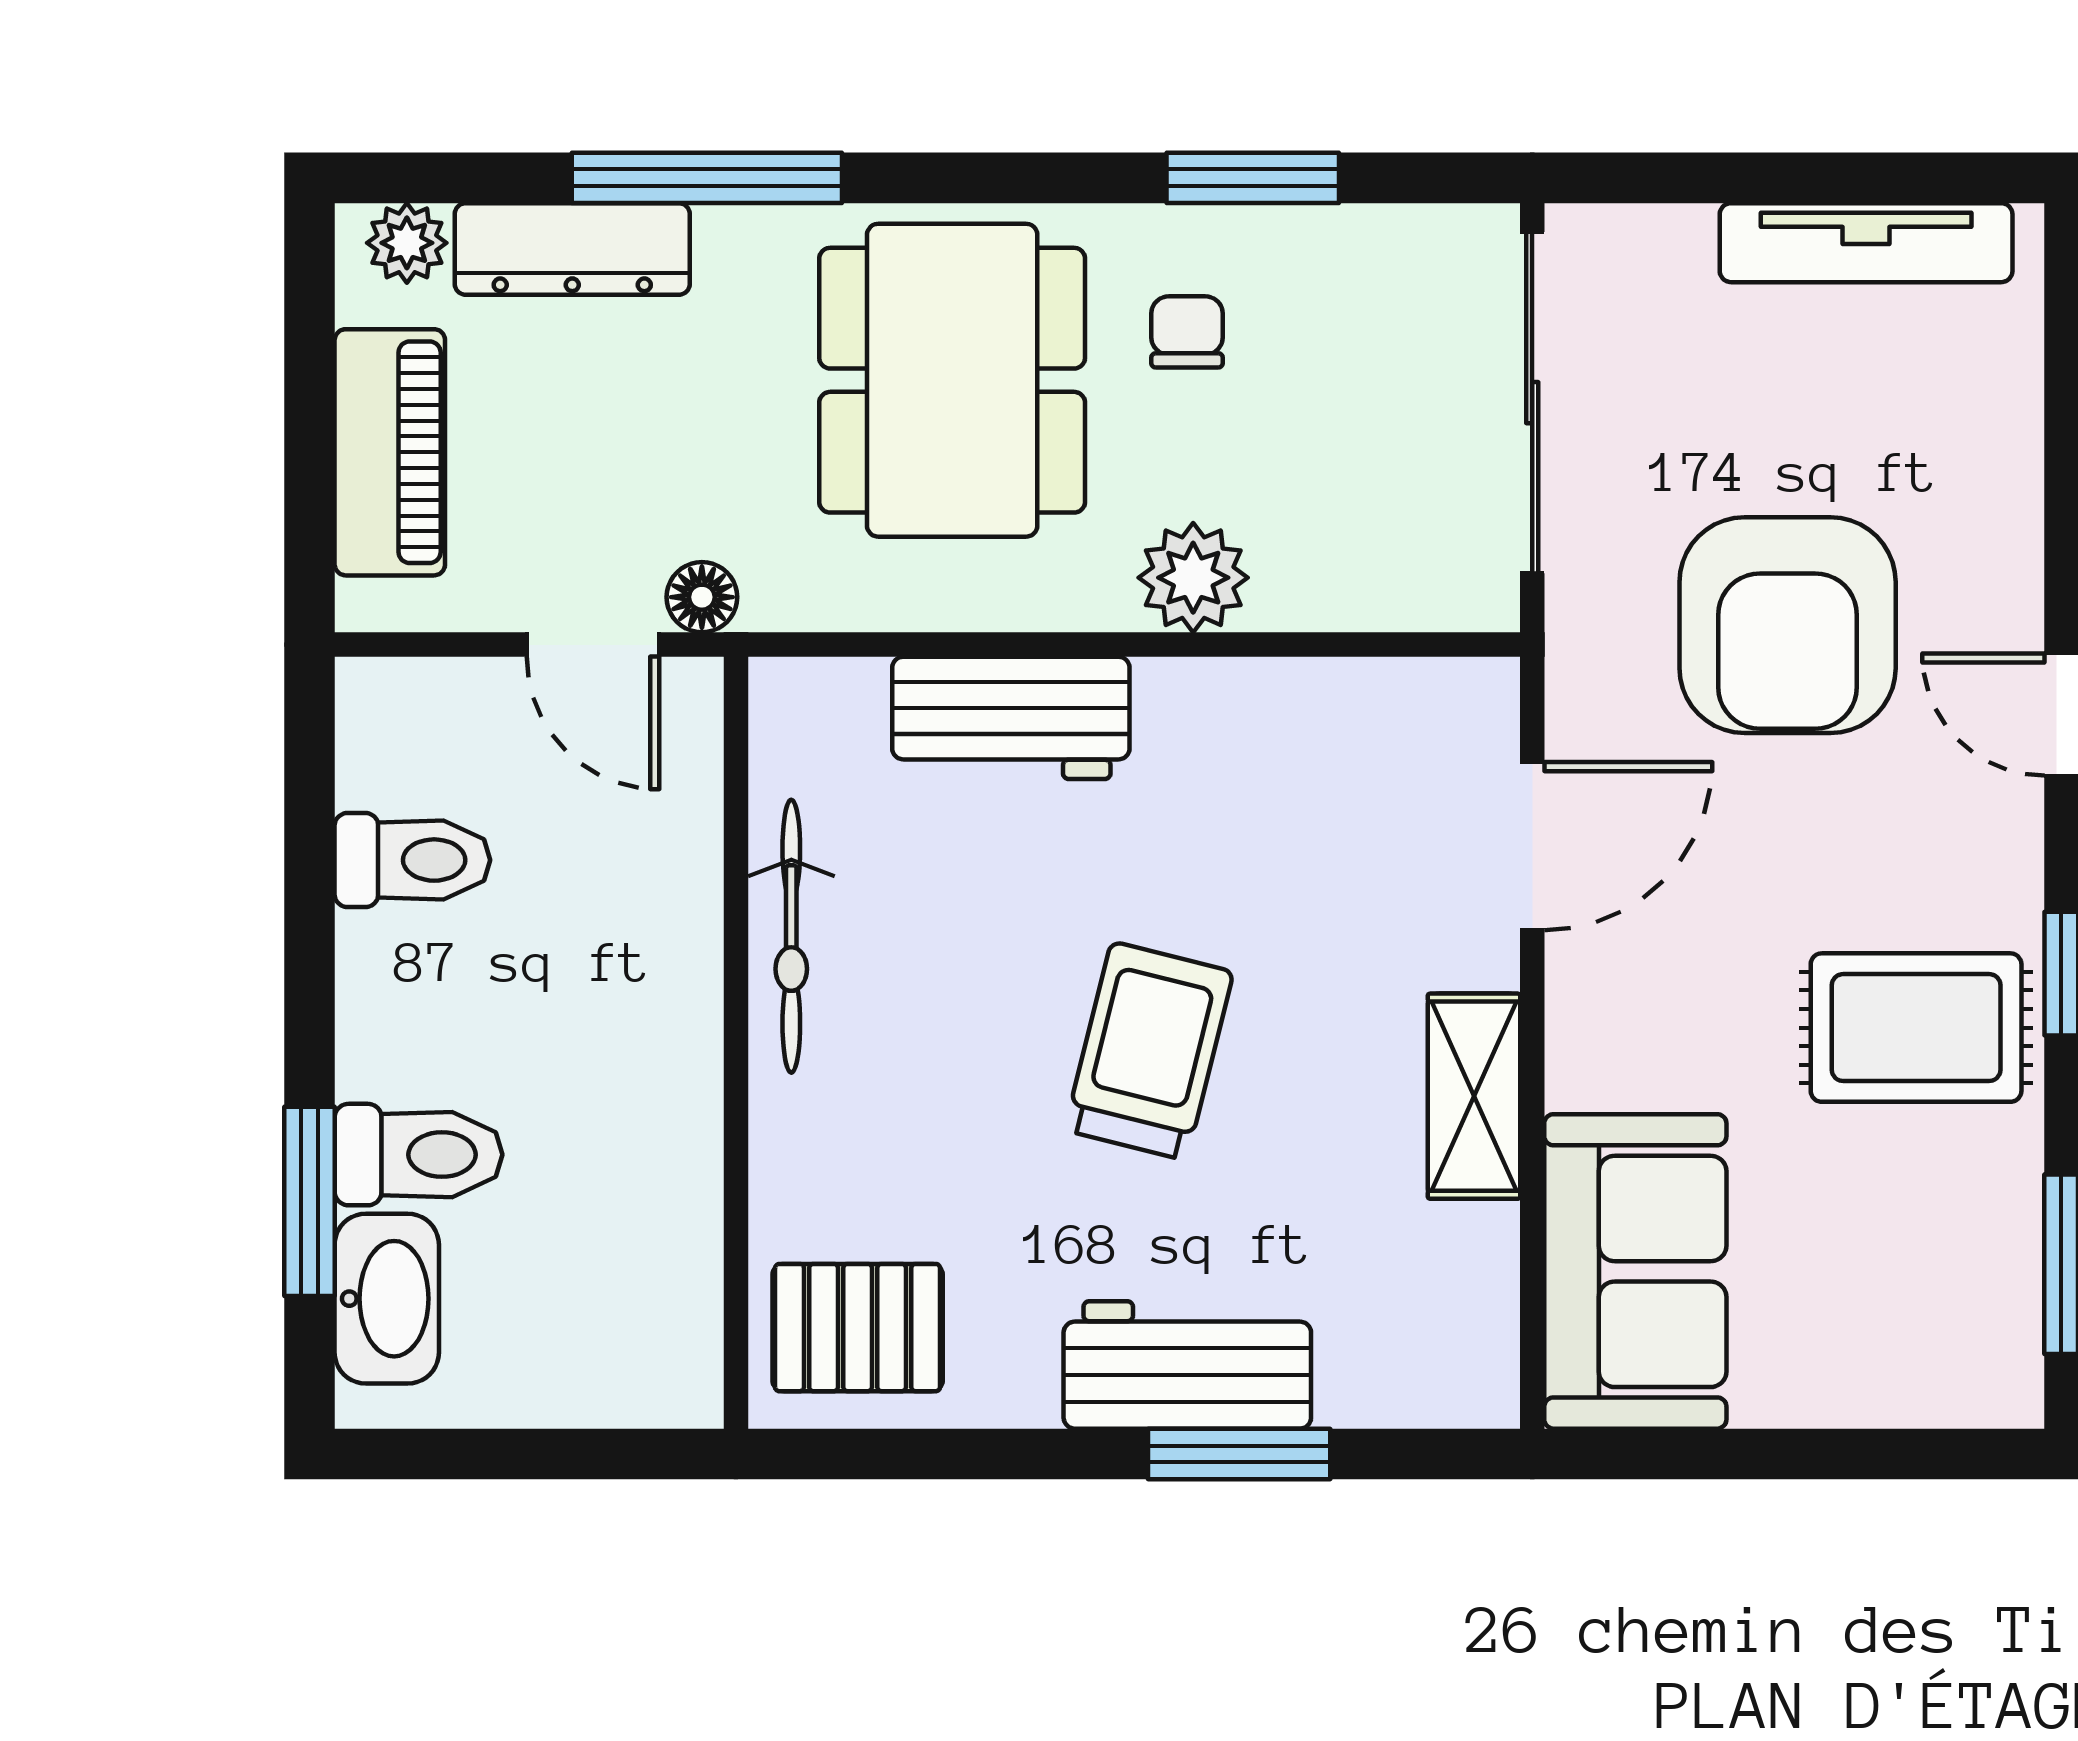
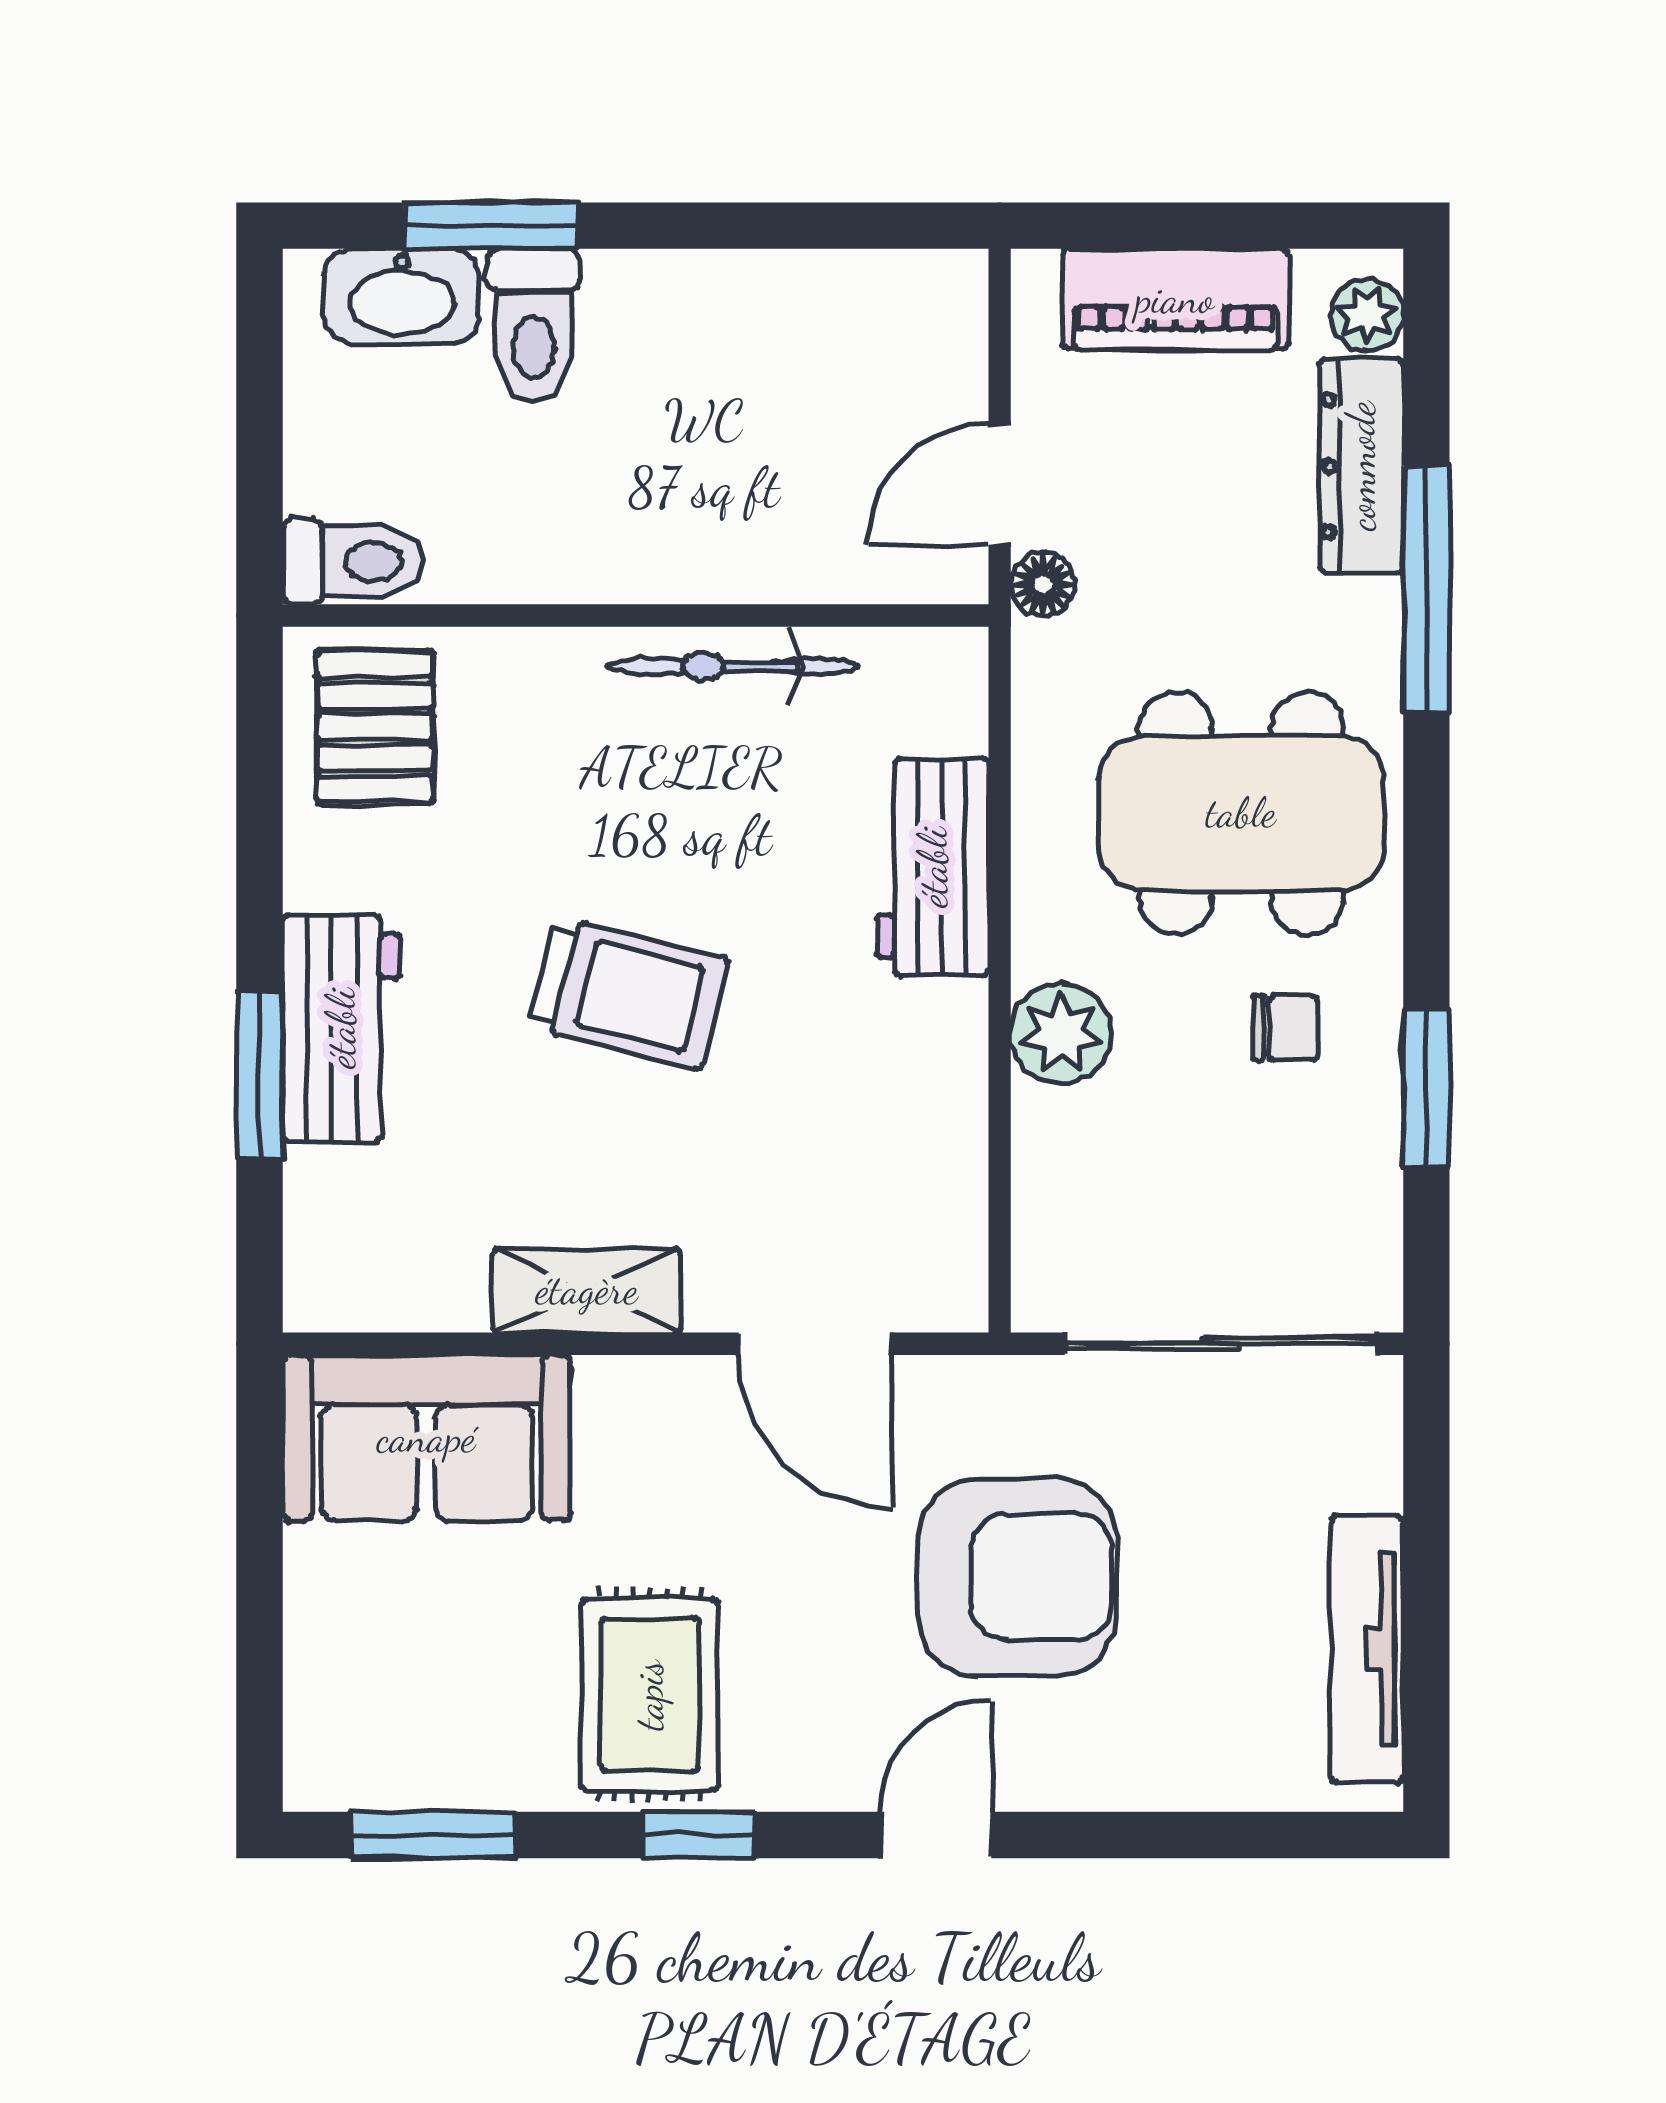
armchair: (1788, 625) -> (1017, 1577), turned 180
toilet: (412, 860) -> (354, 561), moved, turned -90

